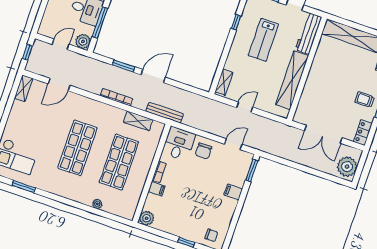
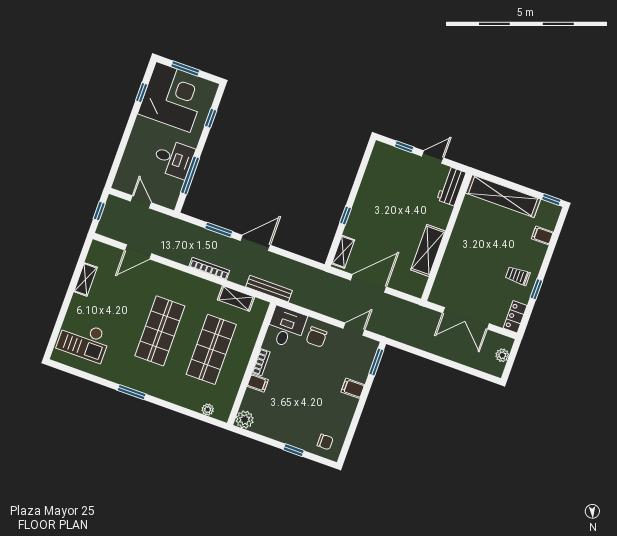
window: (236, 22) -> (345, 215), moved
workbench: (308, 33) -> (451, 186), width x0.73
lab bench: (263, 40) -> (393, 200), removed
plant: (83, 41) -> (169, 199), removed
door: (61, 44) -> (141, 202), hinge flipped
shelving: (292, 80) -> (428, 250), width x0.68
shelving: (24, 88) -> (86, 279), moved
door: (245, 107) -> (368, 283), width x1.88
plant: (347, 167) -> (502, 355), width x0.53, depth x0.53
window: (24, 187) -> (132, 392), moved
plant: (97, 204) -> (208, 410), moved

